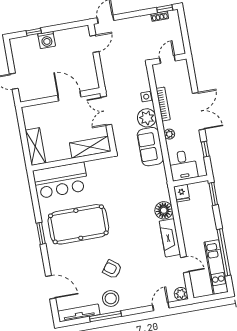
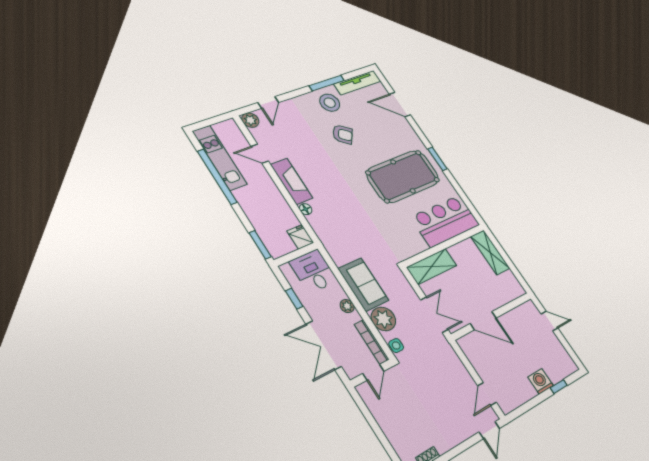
door: (167, 59) -> (373, 372), moved
wall: (169, 59) -> (372, 373), moved
floor lamp: (164, 210) -> (306, 209), width x0.53, depth x0.53

